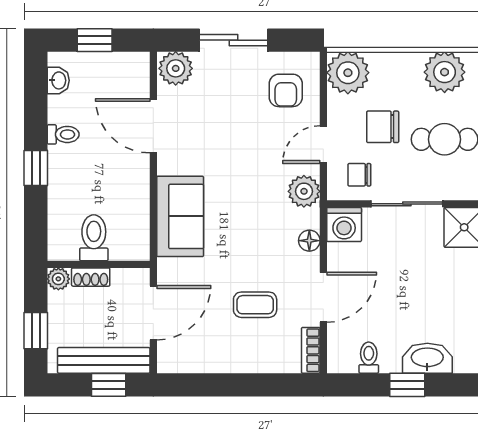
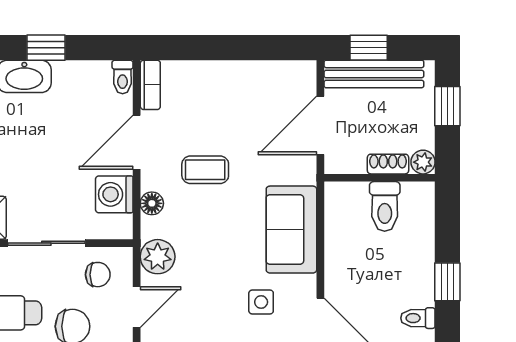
side table: (208, 149) -> (261, 302), added
washing machine: (344, 224) -> (114, 194), moved, turned -90
coffee table: (255, 305) -> (205, 170), moved
toilet: (369, 358) -> (123, 77), moved

